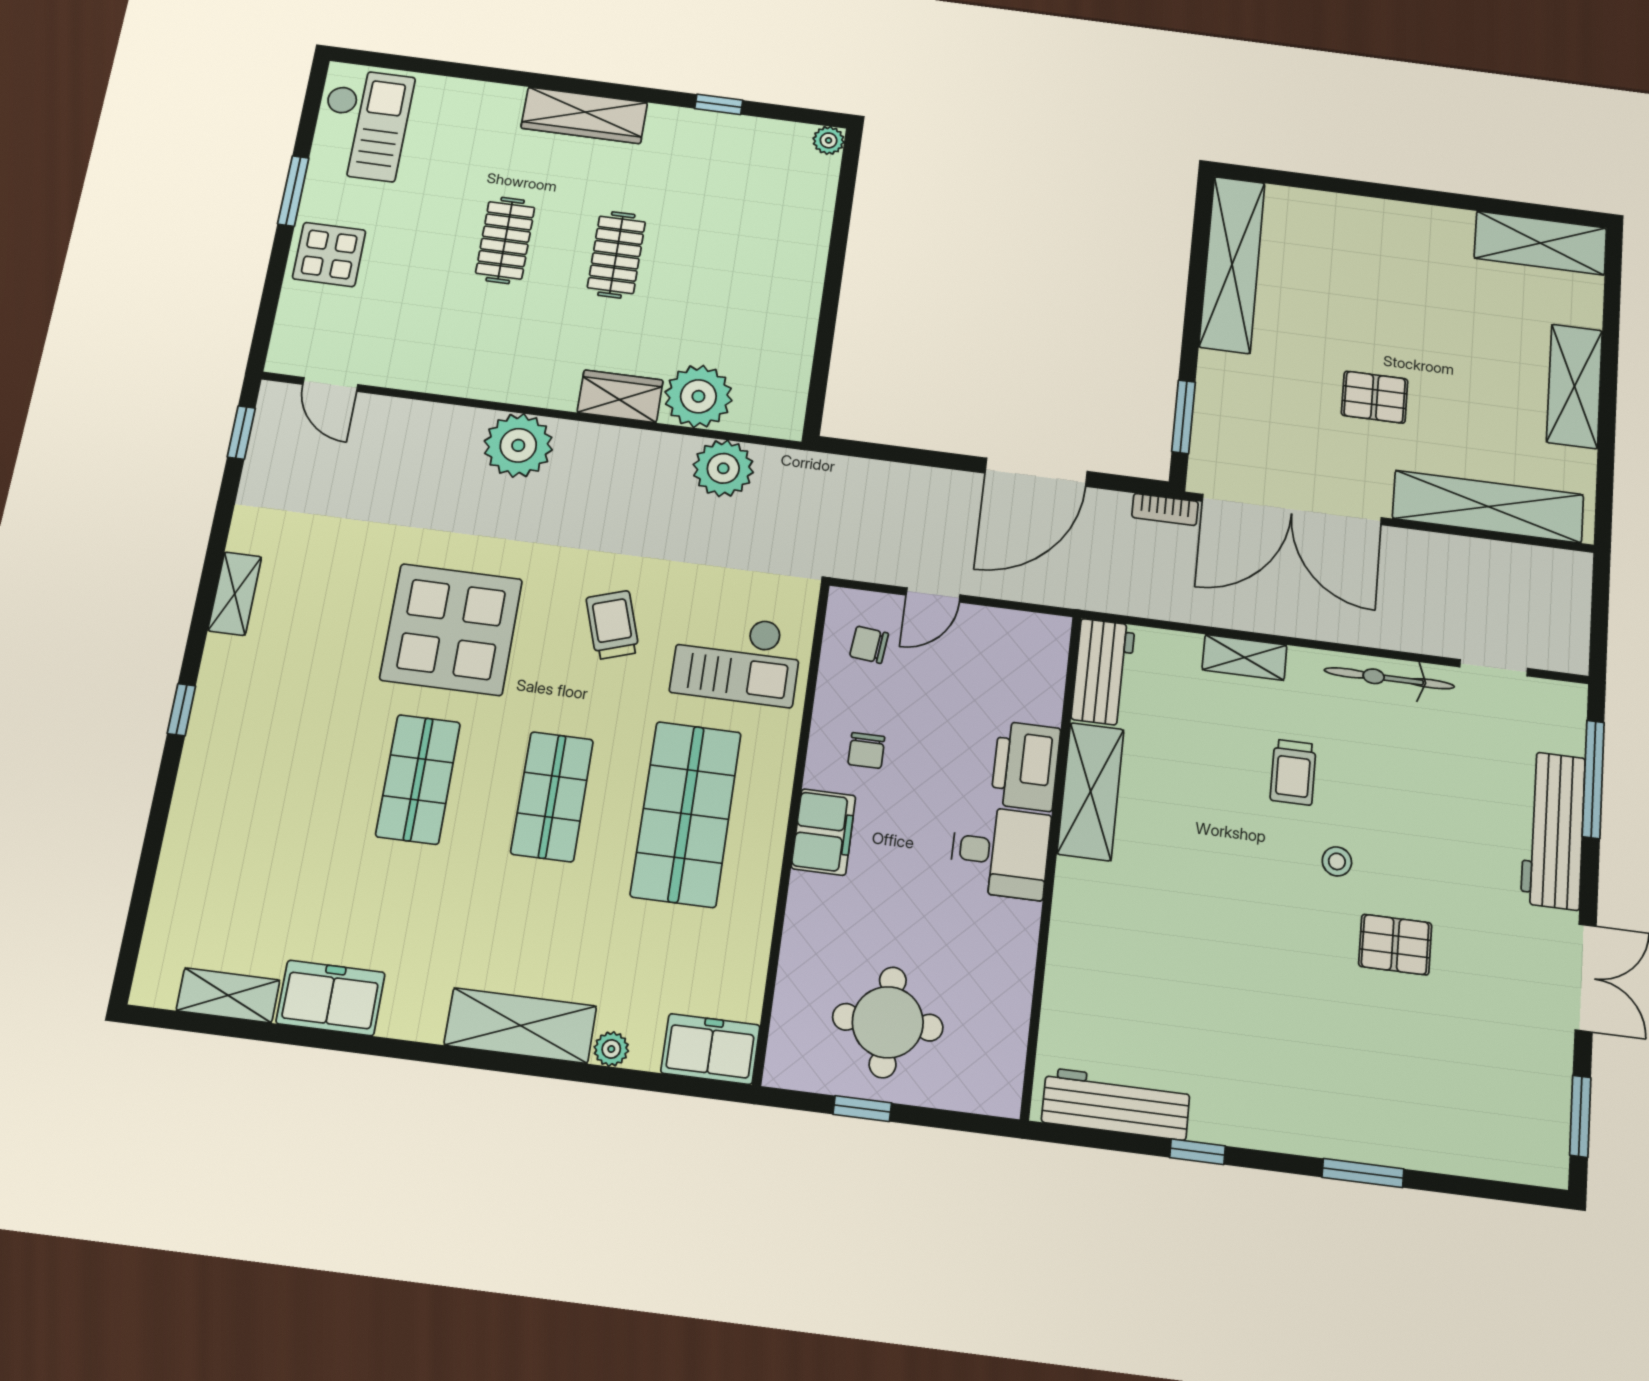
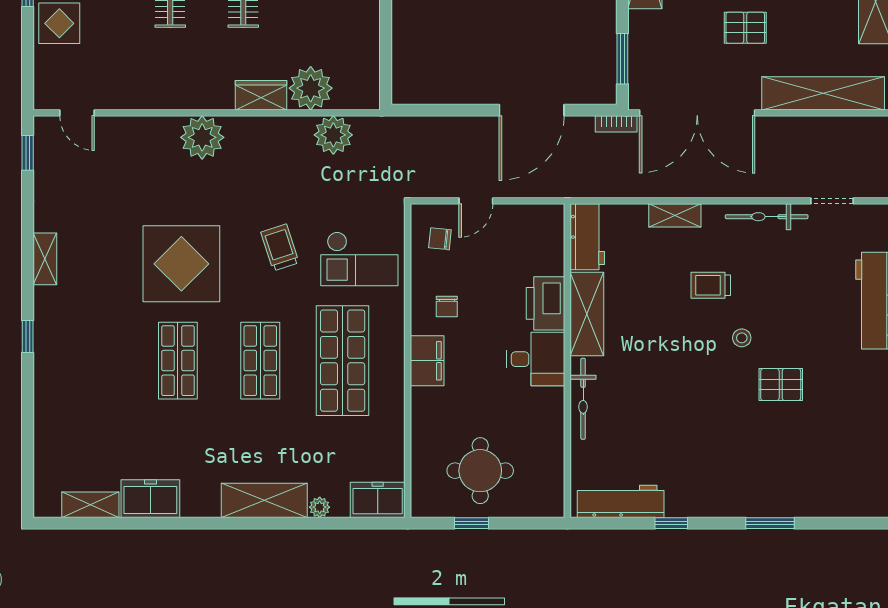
trolley: (1293, 772) -> (711, 285), turned 90
bicycle: (1071, 926) -> (583, 399), added

